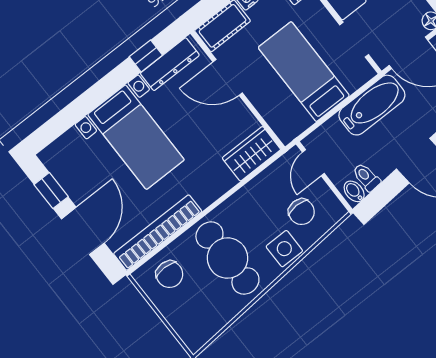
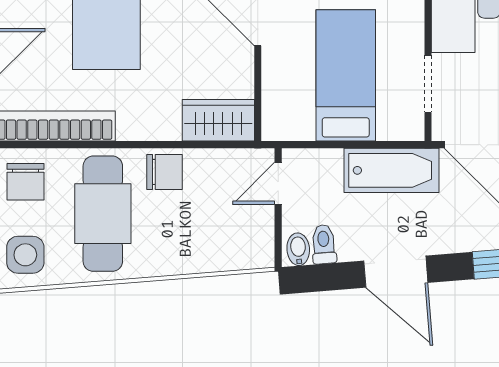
chair: (301, 212) -> (164, 172), moved, turned -89
side table: (284, 249) -> (25, 255), moved

